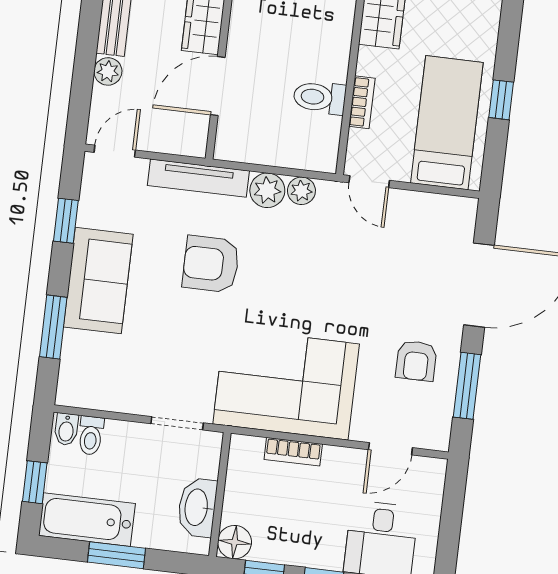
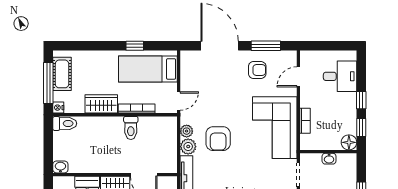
toilet: (320, 97) -> (131, 128), moved
bookcase: (362, 102) -> (137, 109), width x1.56
armchair: (211, 264) -> (218, 139), moved
door: (390, 449) -> (298, 77), swing flipped
washbasin: (197, 507) -> (329, 159), width x0.52, depth x0.69

